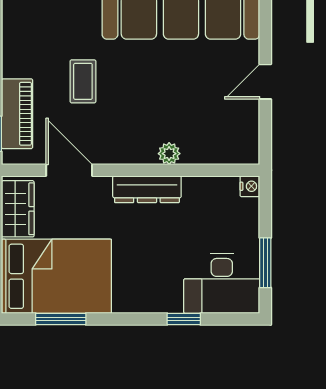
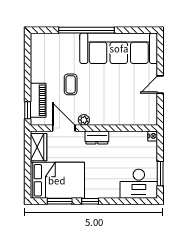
plant: (169, 154) -> (84, 120), moved
dresser: (147, 189) -> (97, 137), width x0.70
window: (184, 319) -> (90, 201), moved

